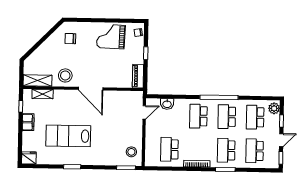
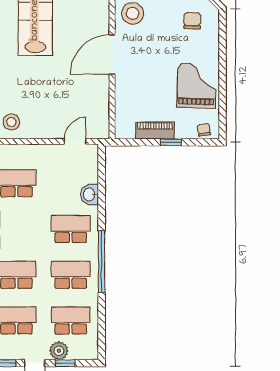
piano: (138, 76) -> (155, 130), moved
washbasin: (167, 104) -> (90, 195), moved
plant: (274, 108) -> (59, 351), moved
door: (144, 112) -> (75, 141), swing flipped

